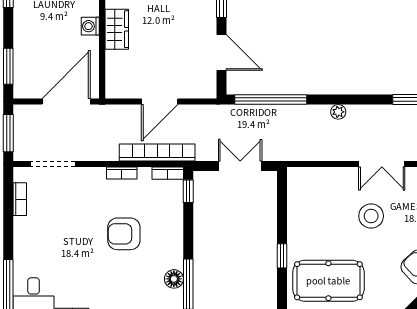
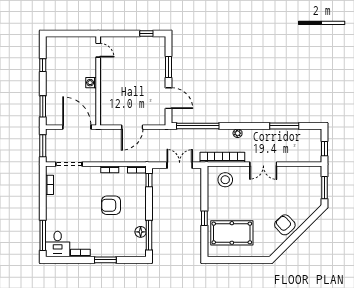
wardrobe: (117, 29) -> (107, 84), removed
door: (66, 101) -> (77, 127), hinge flipped
bookcase: (157, 153) -> (222, 157), moved
stool: (371, 216) -> (225, 180), moved

